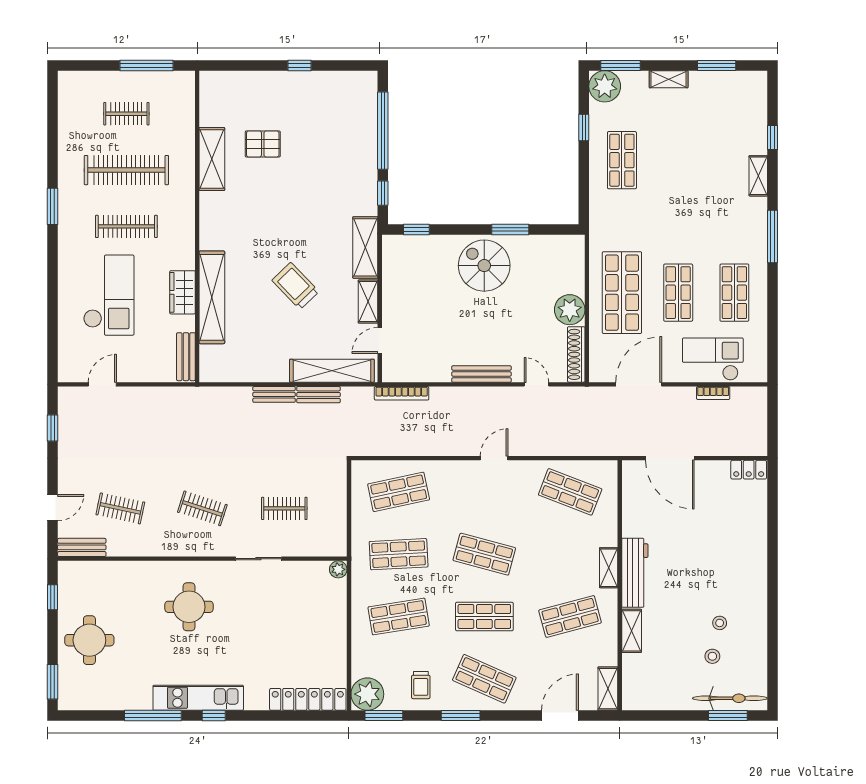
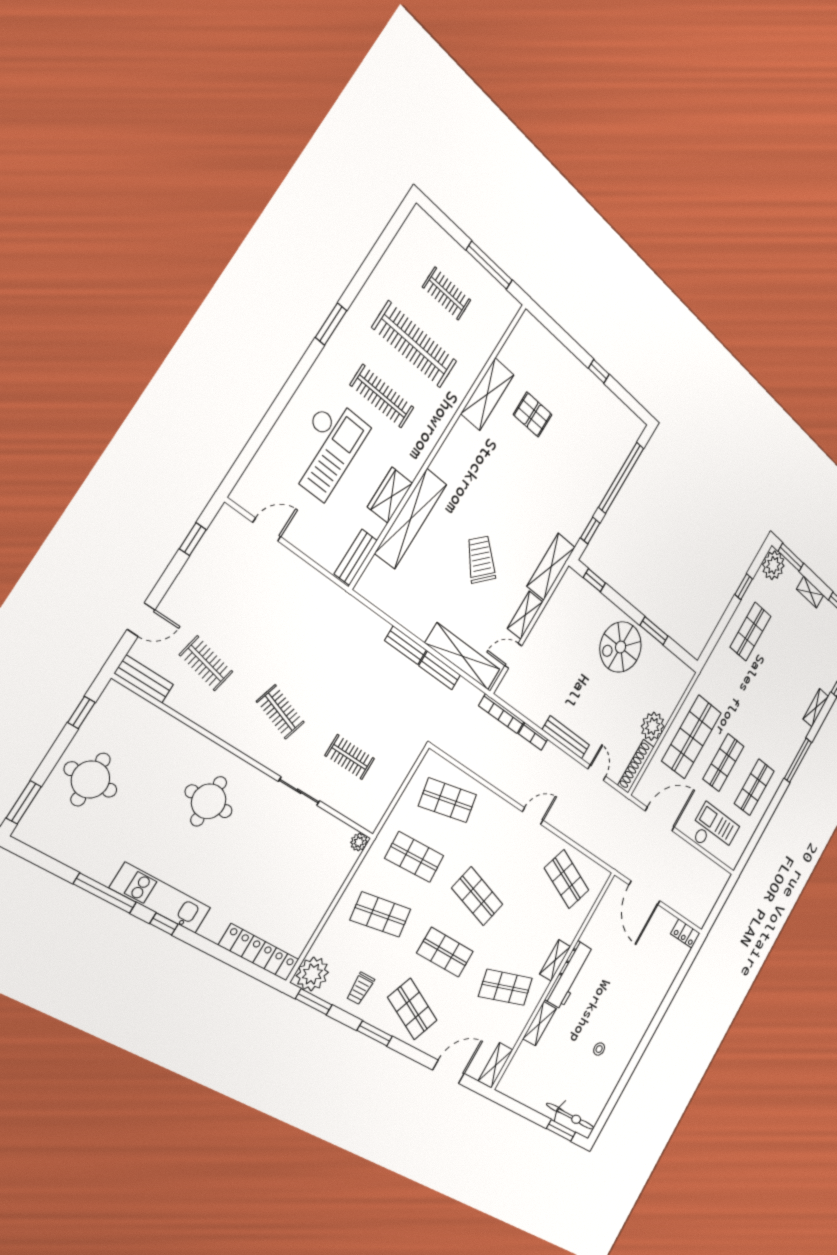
spiral stairs: (484, 266) -> (621, 647), turned -90
bookcase: (713, 393) -> (533, 737), moved
stool: (712, 656) -> (579, 1075), removed

